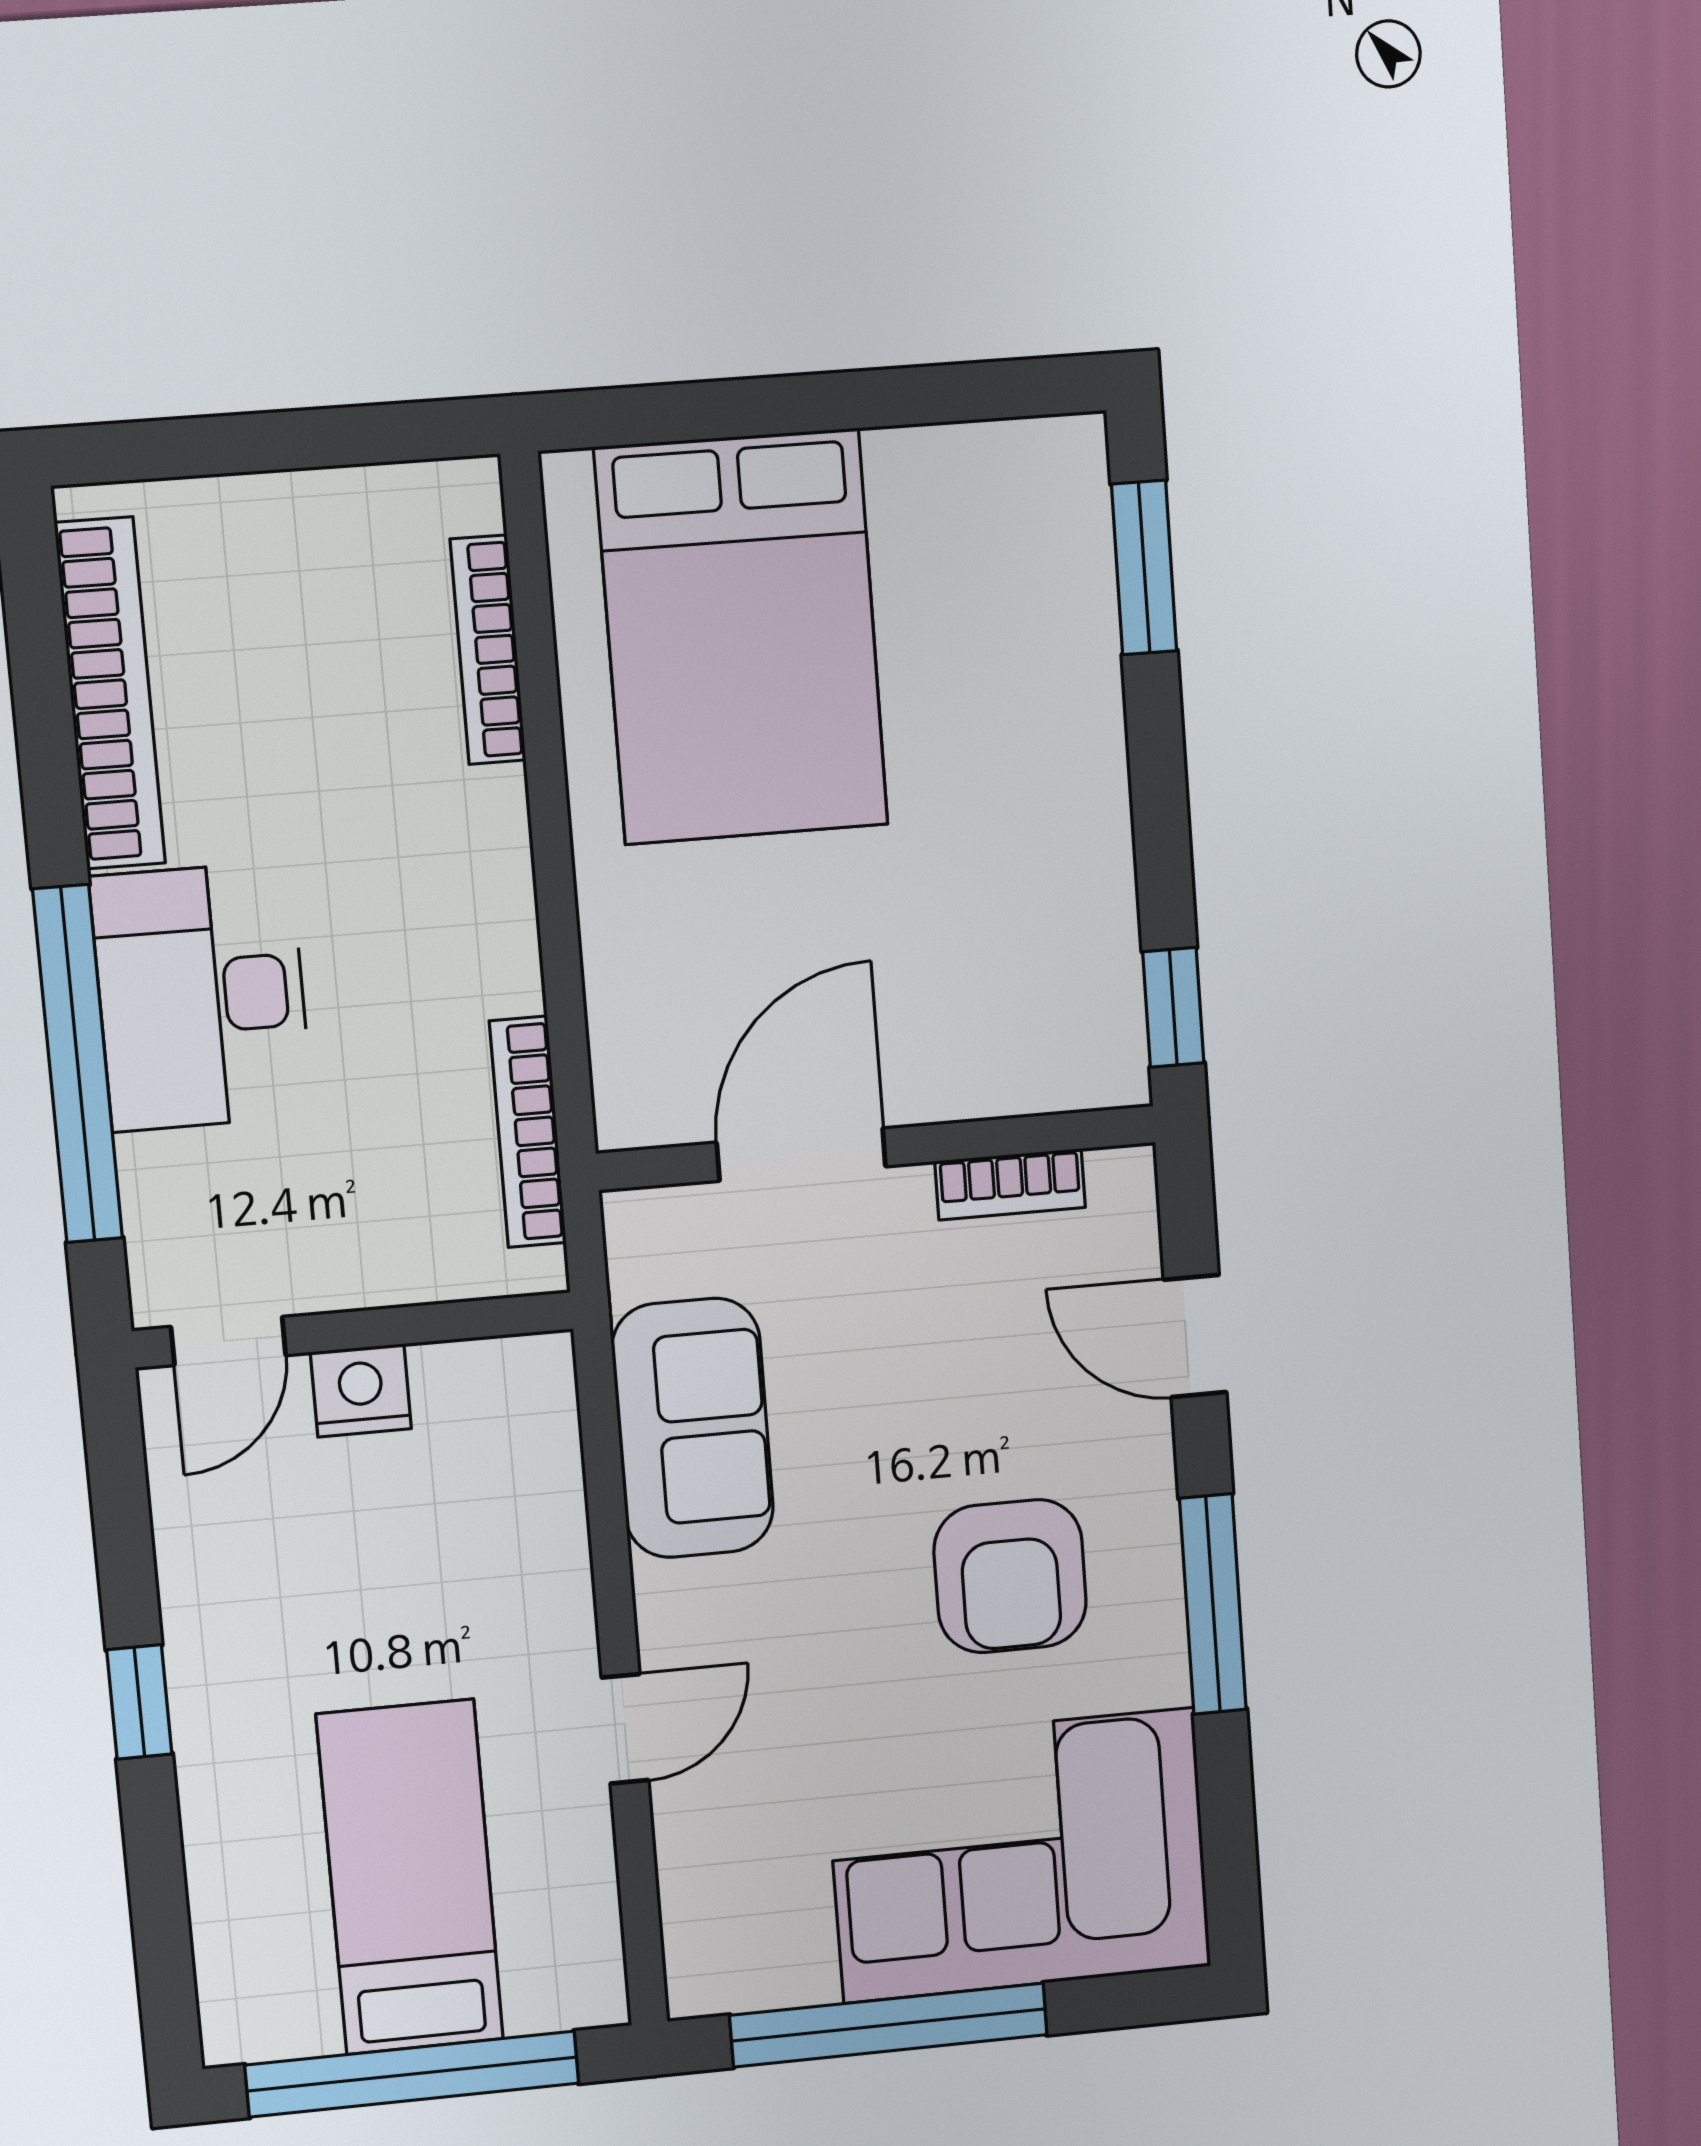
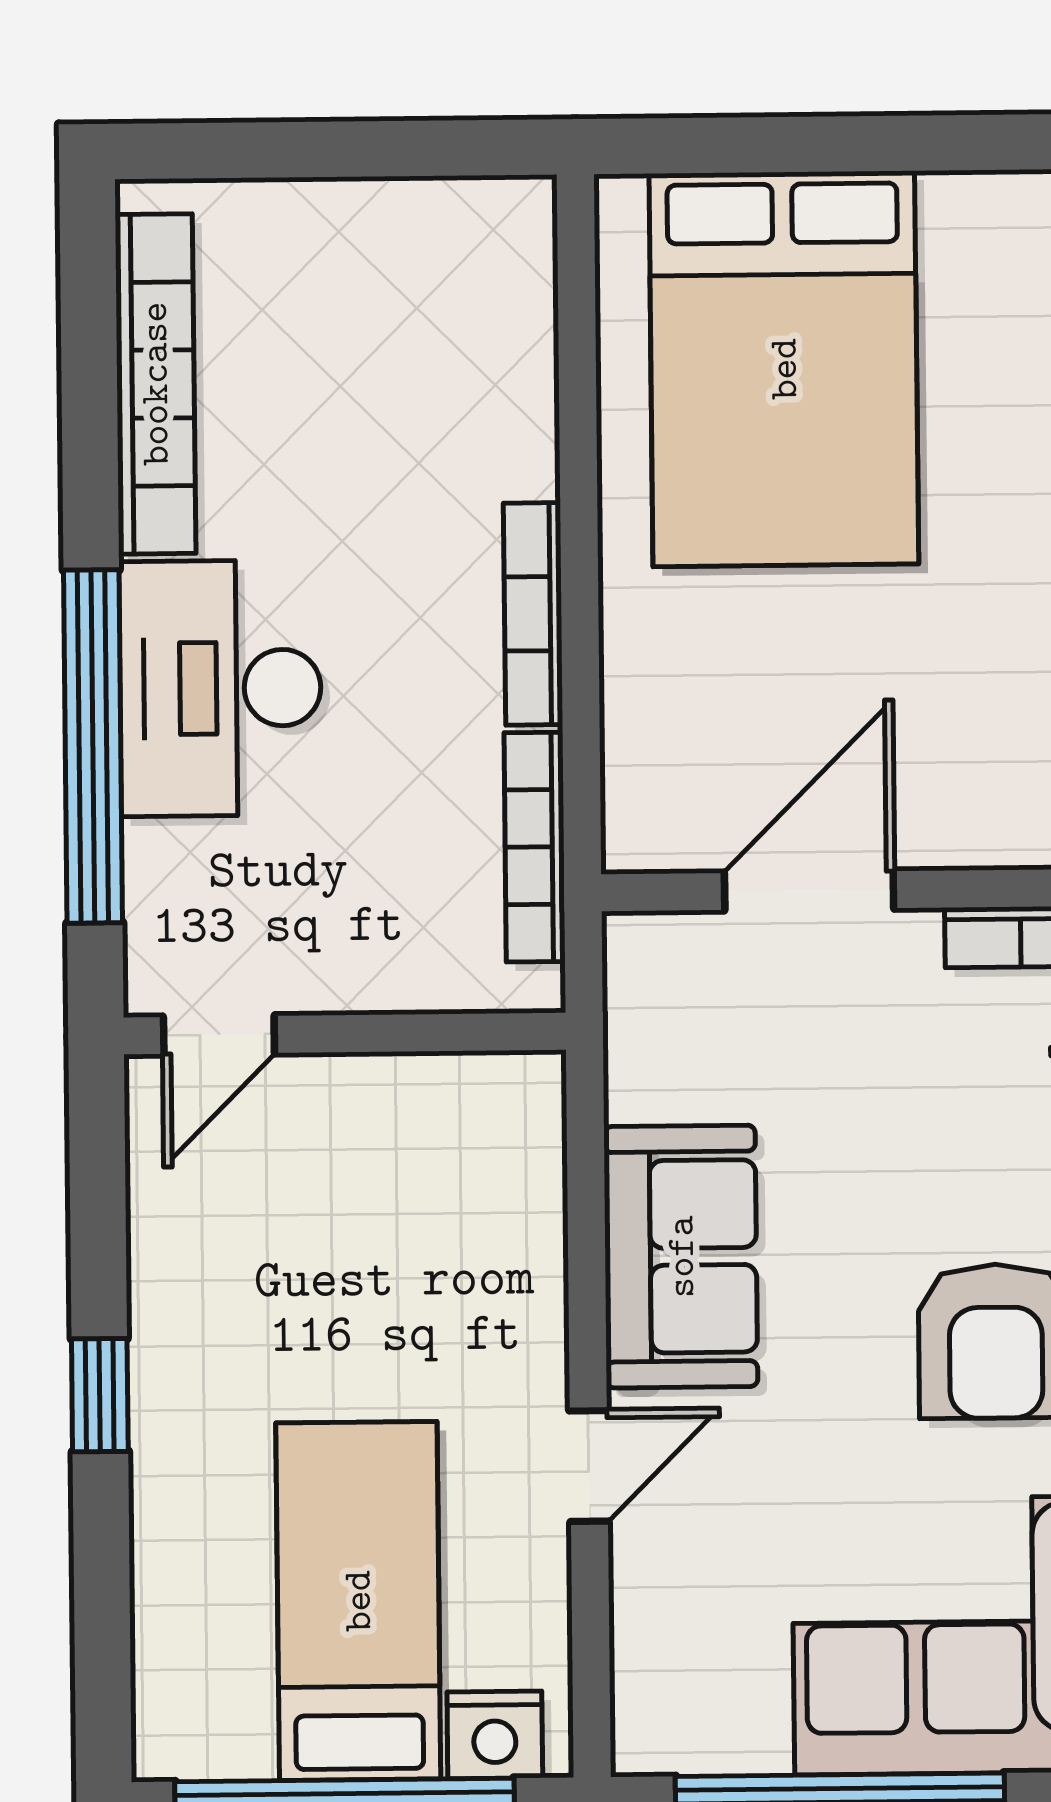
bookcase: (488, 650) -> (533, 614), moved
nightstand: (361, 1390) -> (495, 1735), moved, turned 180
sofa: (693, 1428) -> (681, 1257), moved

